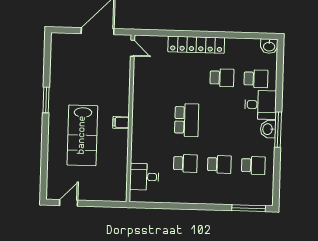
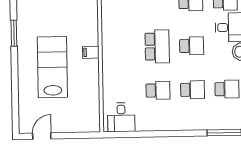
school desk: (221, 121) -> (192, 46), added
lab bench: (82, 135) -> (52, 67), turned 180
desk: (144, 177) -> (121, 117), moved, turned -90

